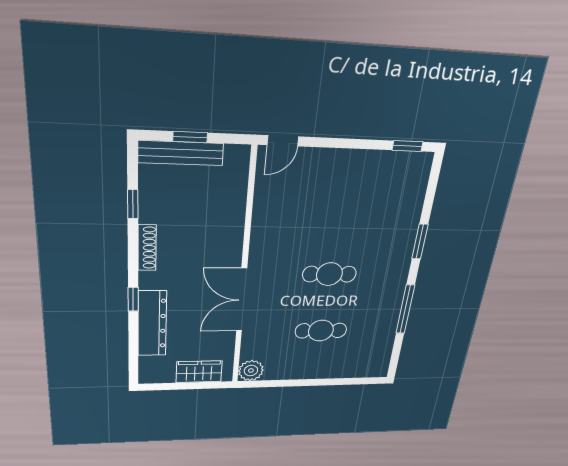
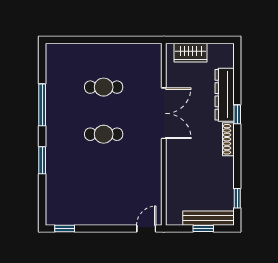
window: (133, 204) -> (237, 198), moved
shoe rack: (147, 248) -> (228, 139), moved
plant: (251, 371) -> (152, 52), removed

